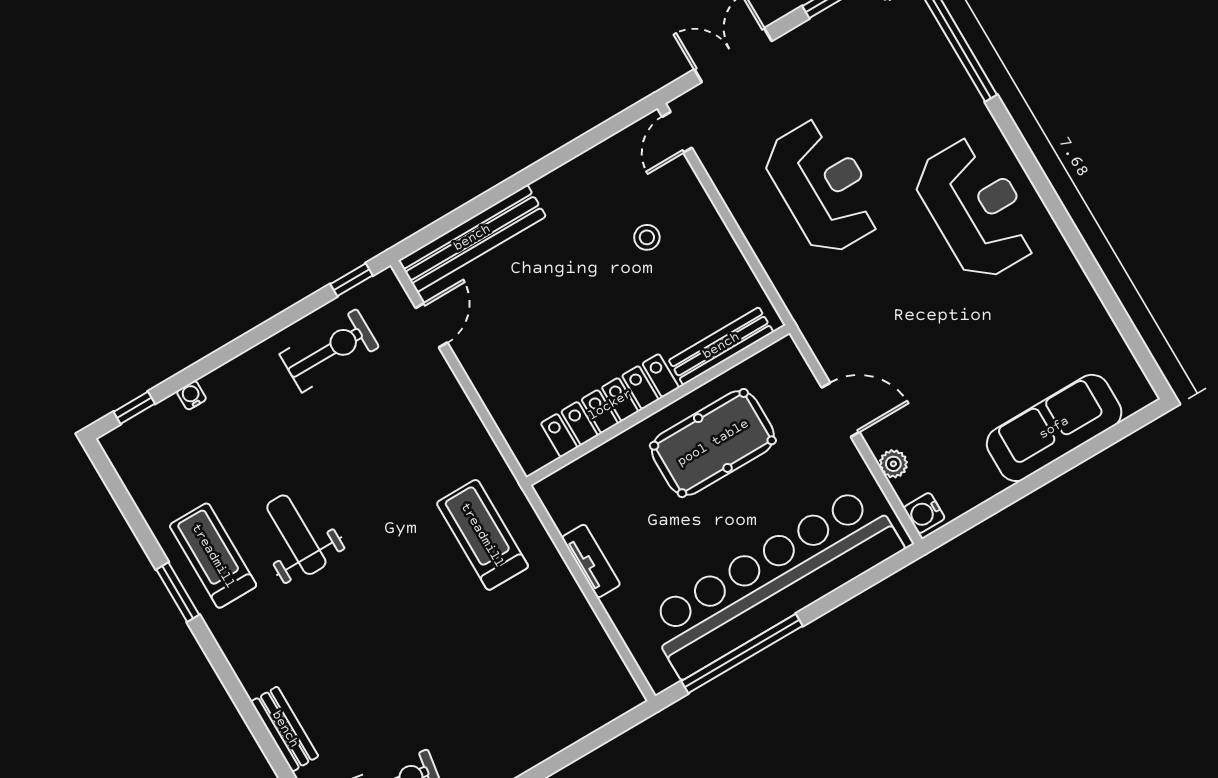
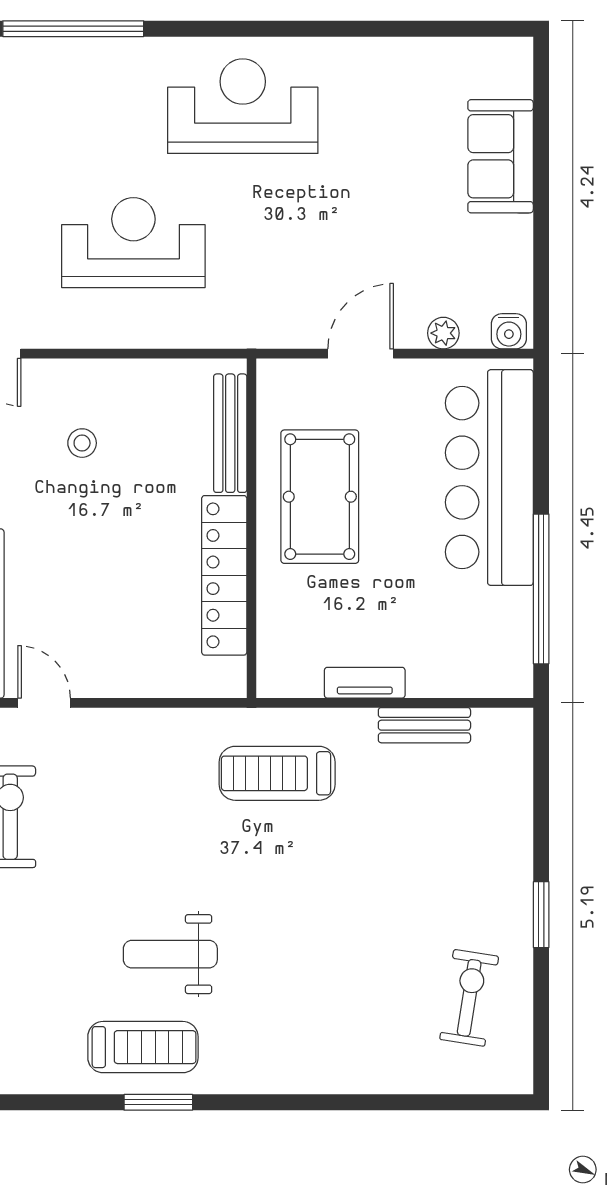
sofa: (1054, 428) -> (501, 156), width x0.73
treadmill: (213, 556) -> (143, 1047), turned 180
bar counter: (774, 581) -> (489, 478), width x0.73
bench: (285, 729) -> (424, 725), moved

